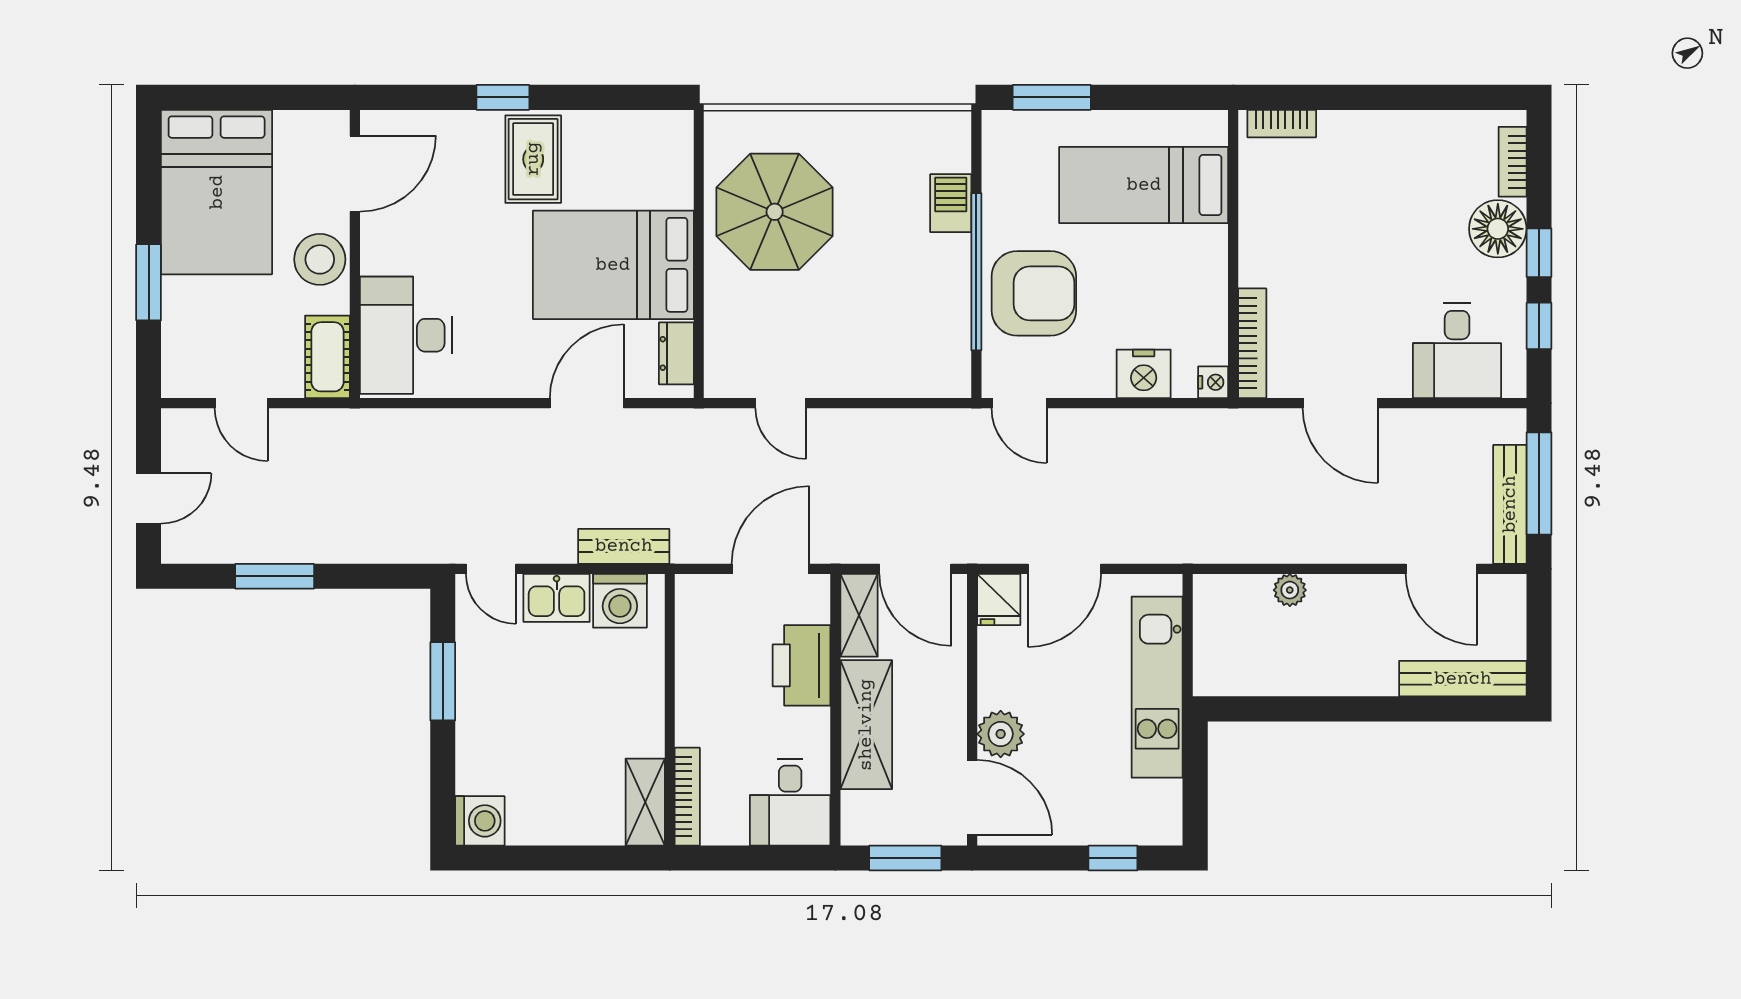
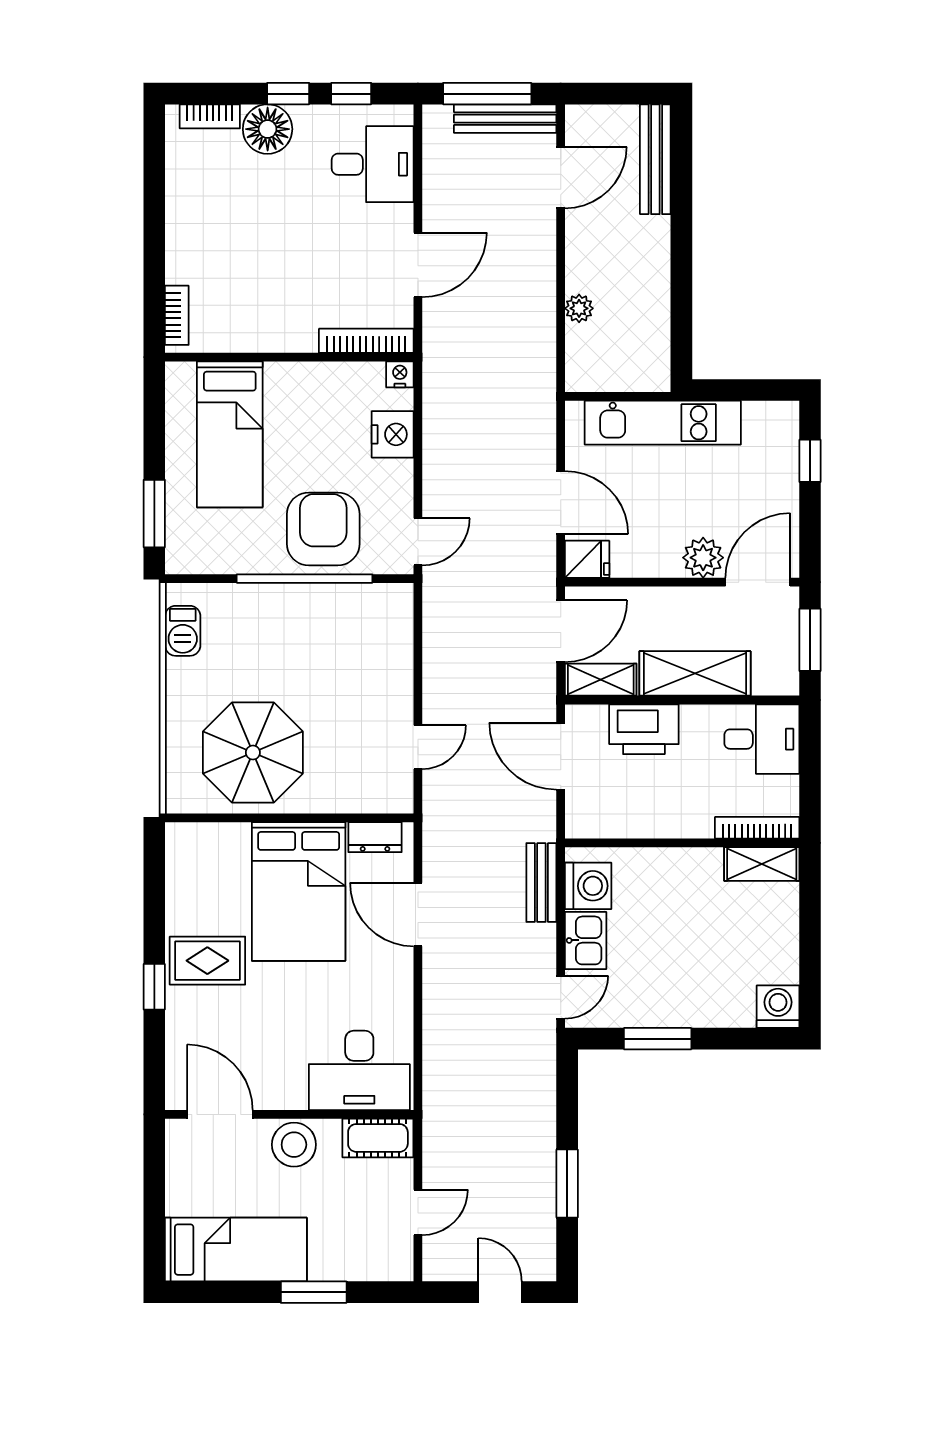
bed: (217, 192) -> (236, 1250), width x0.67
barbecue: (951, 203) -> (183, 631), moved, turned -90

